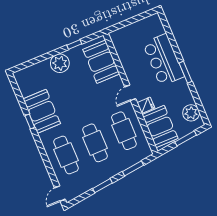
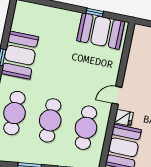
booth: (101, 62) -> (101, 31), moved, turned 90
plant: (60, 63) -> (69, 21), removed

